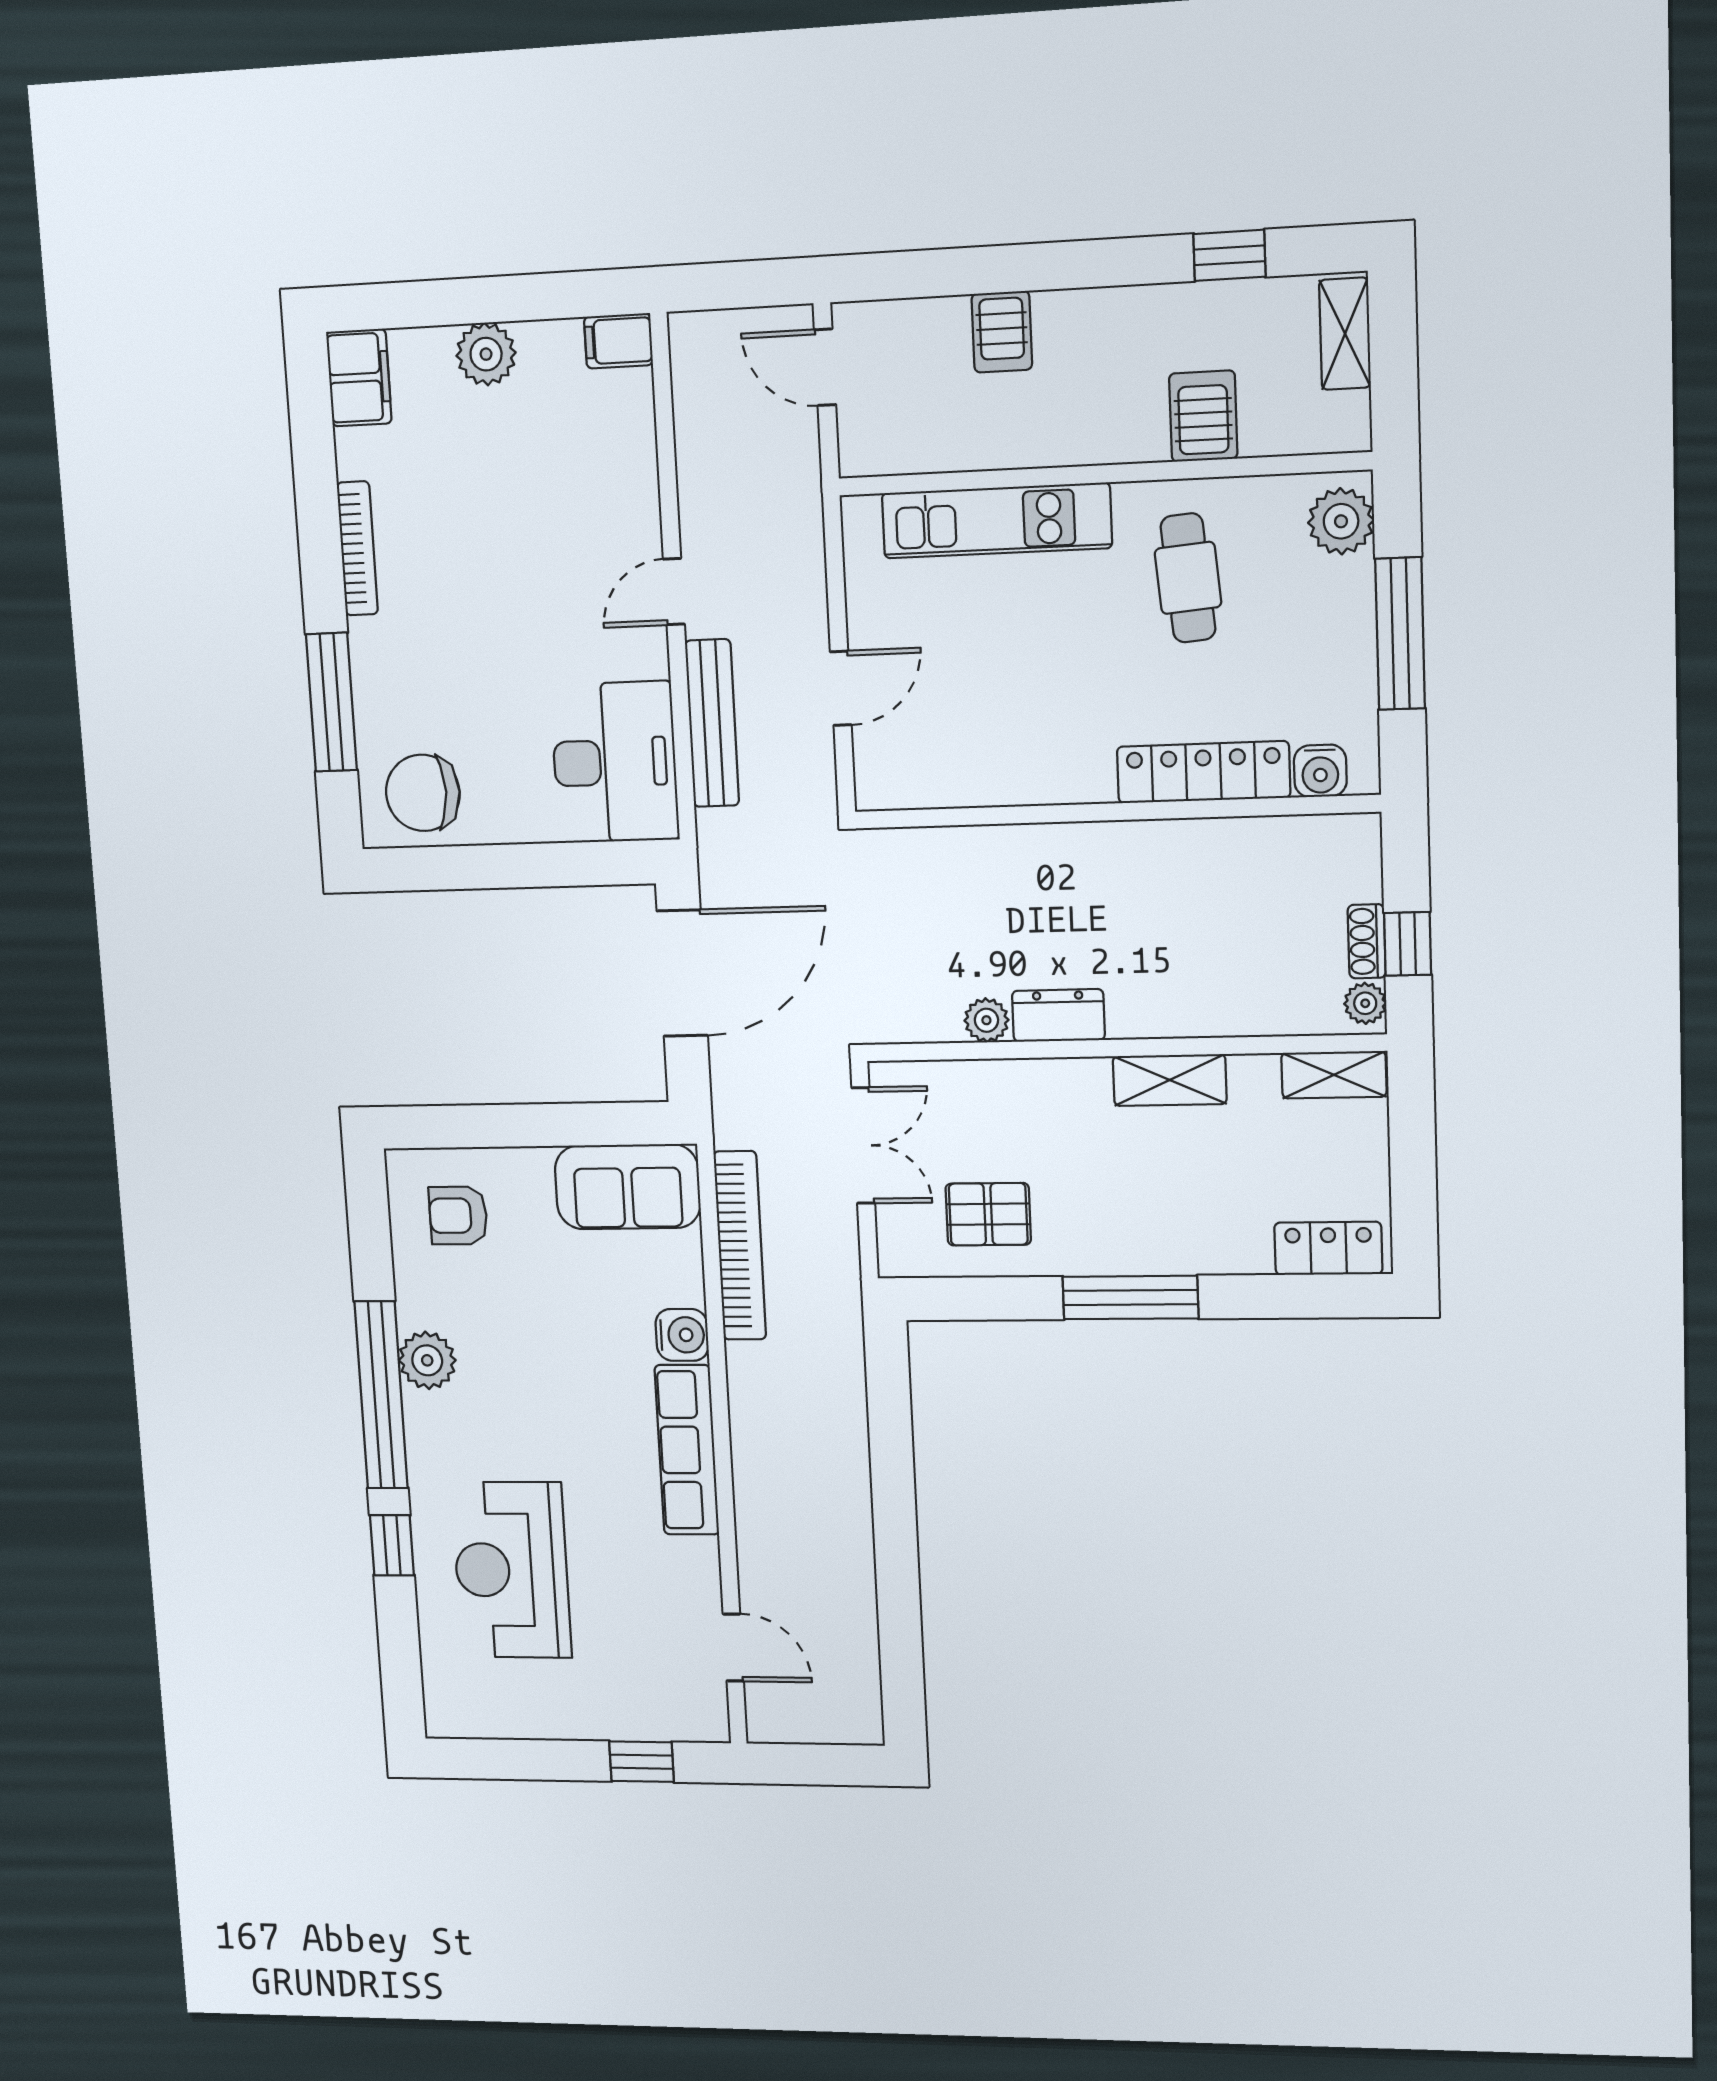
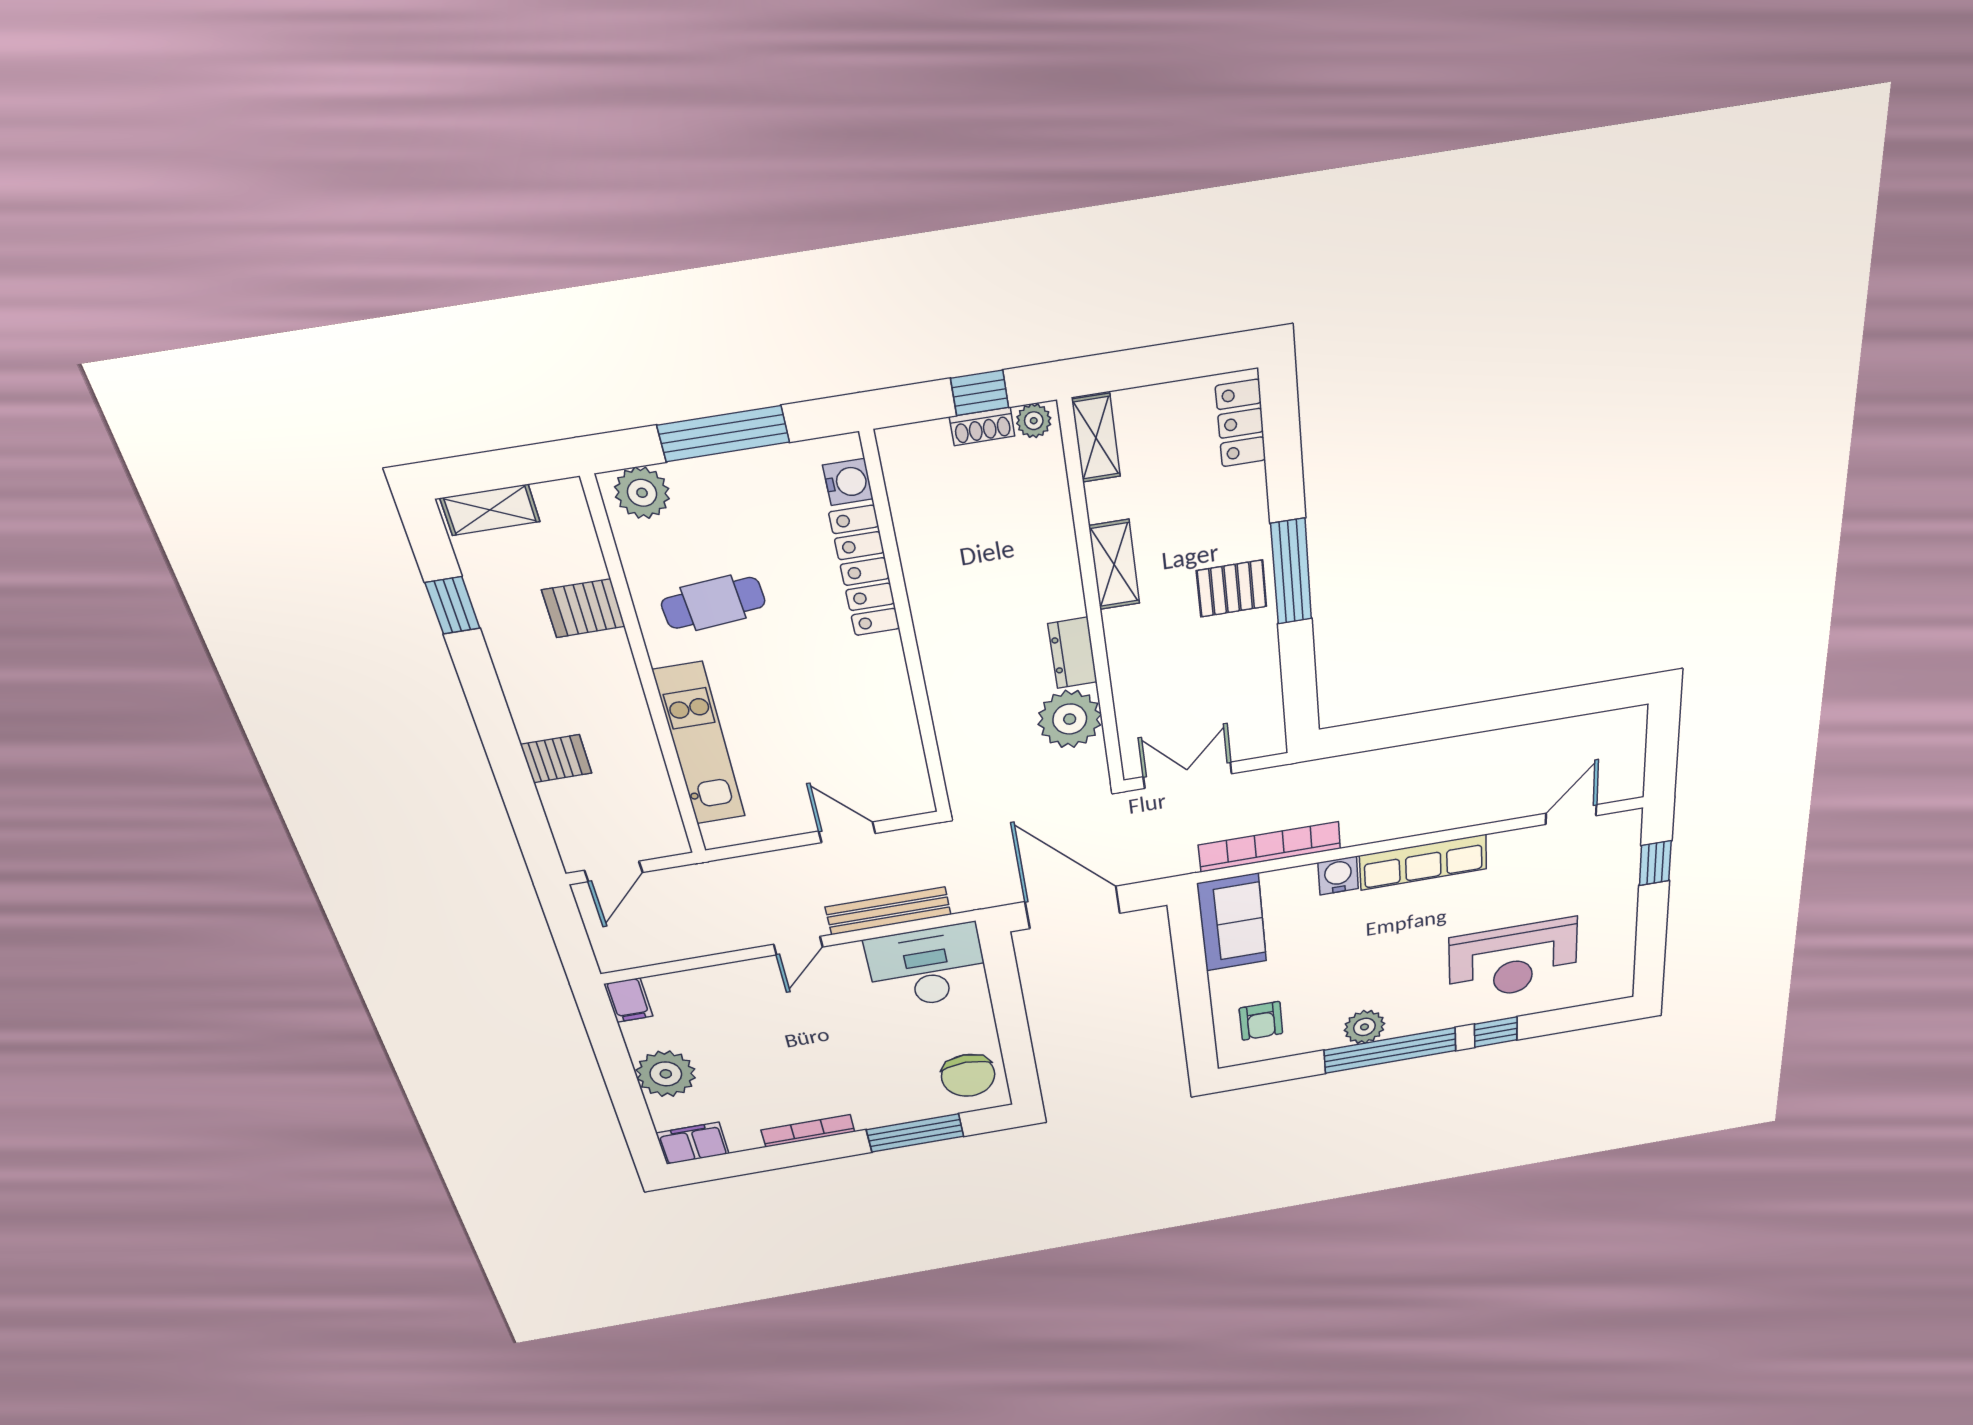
plant: (486, 354) -> (666, 1074), width x1.36, depth x1.36
door: (674, 592) -> (798, 946), hinge flipped
plant: (986, 1020) -> (1070, 719), width x1.88, depth x1.88
pallet: (988, 1214) -> (1232, 589), moved, turned 90

